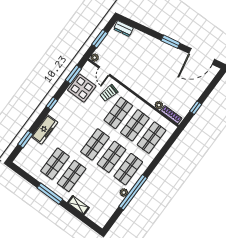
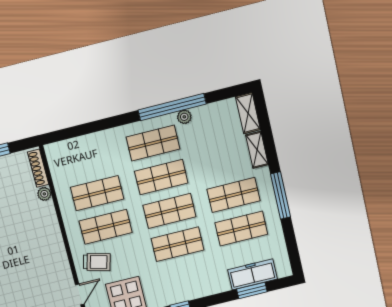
freezer: (45, 129) -> (252, 274), moved
shop shelf: (152, 138) -> (177, 244), moved
shelving: (96, 218) -> (248, 113), added

